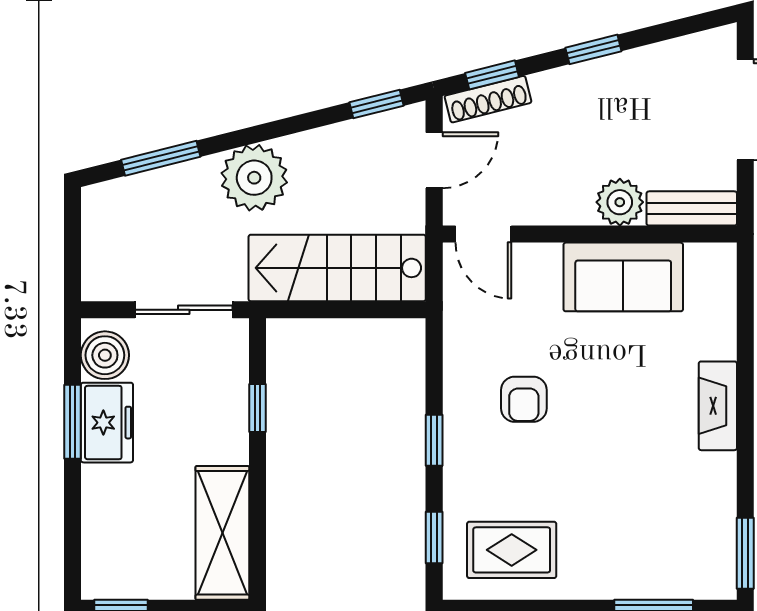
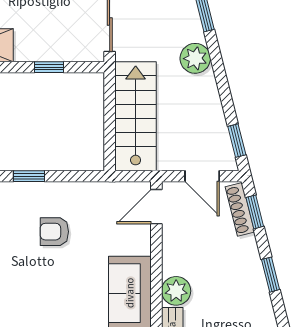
plant: (254, 178) -> (195, 58), width x0.73, depth x0.73

